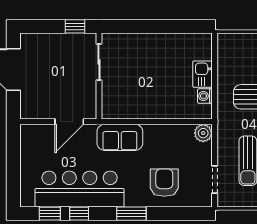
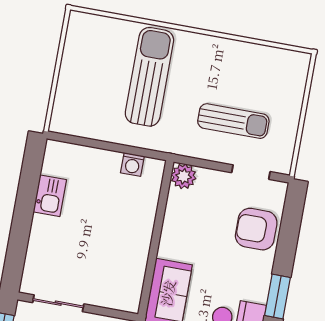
kitchen sink: (203, 74) -> (50, 196), moved, turned -90
armchair: (164, 183) -> (256, 229), moved

